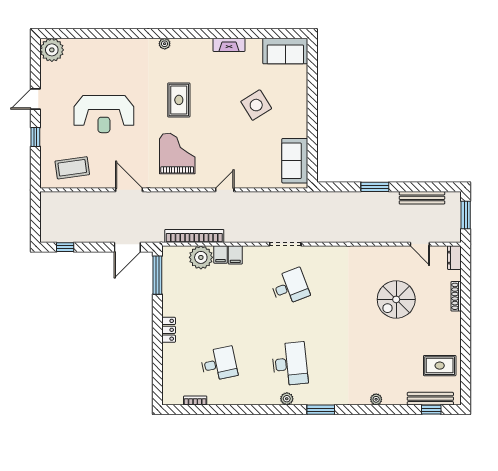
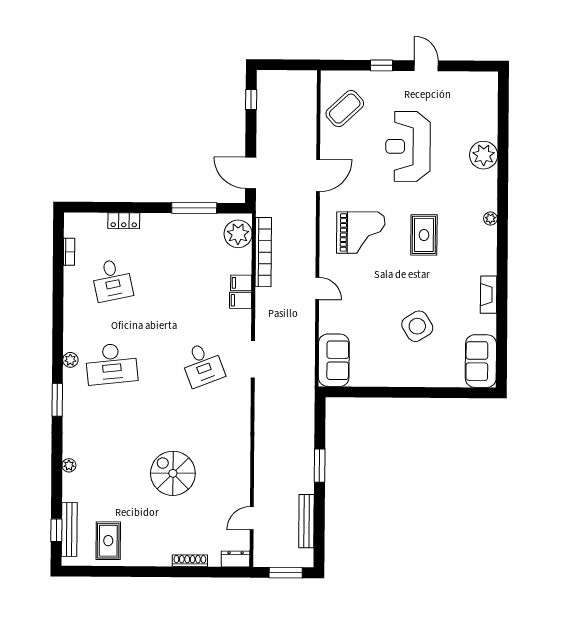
plant: (52, 50) -> (484, 155), moved
rug: (179, 100) -> (424, 235), turned 90
sofa: (295, 161) -> (334, 360), moved, turned 90
coffee table: (72, 168) -> (345, 109), turned 55
plant: (201, 257) -> (238, 234), moved
window: (157, 275) -> (194, 208), moved
spiral stairs: (396, 299) -> (173, 473), moved
locker: (169, 330) -> (124, 221), moved

